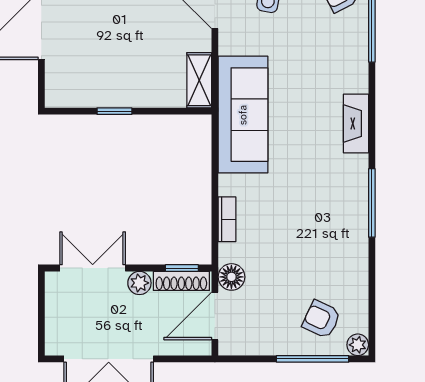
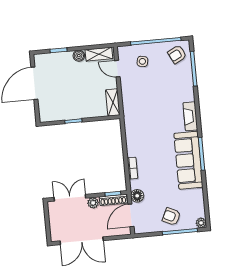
sofa: (243, 115) -> (188, 160), moved, turned 180
armchair: (321, 319) -> (171, 217), moved

